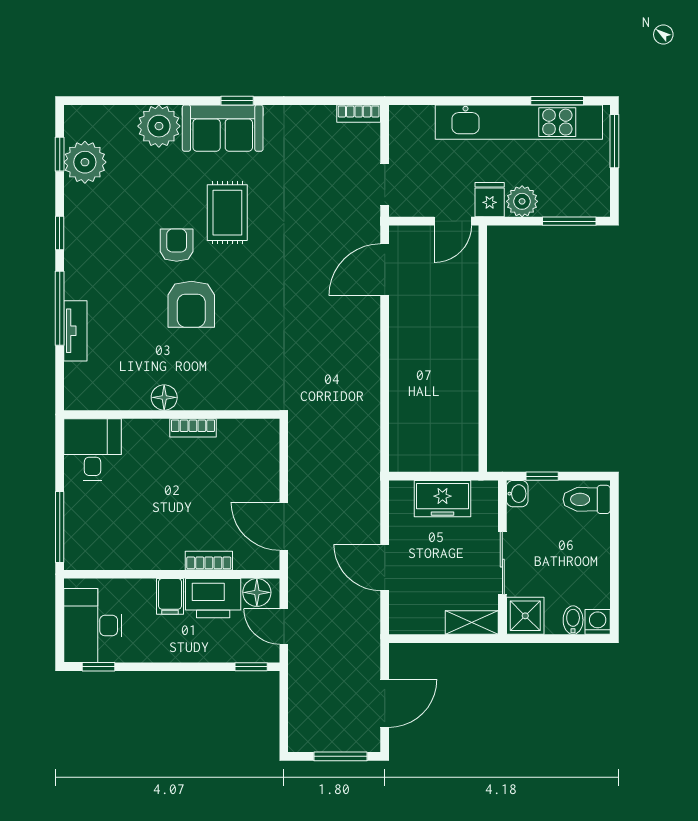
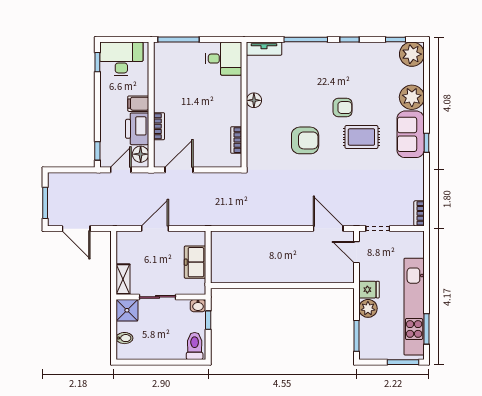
plant: (85, 162) -> (412, 54), moved
door: (453, 221) -> (356, 252), moved
armchair: (191, 304) -> (305, 140), moved, turned 180
tv unit: (75, 331) -> (264, 49), moved
bookcase: (193, 428) -> (236, 140), moved
washing machine: (598, 622) -> (123, 352), removed

